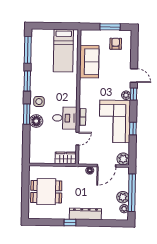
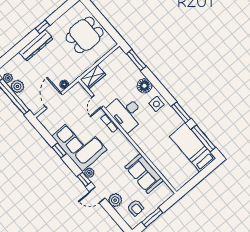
bed: (63, 51) -> (193, 147), moved
window: (27, 114) -> (136, 60), moved
desk: (65, 118) -> (126, 113), width x1.37
plant: (123, 159) -> (115, 200), moved

